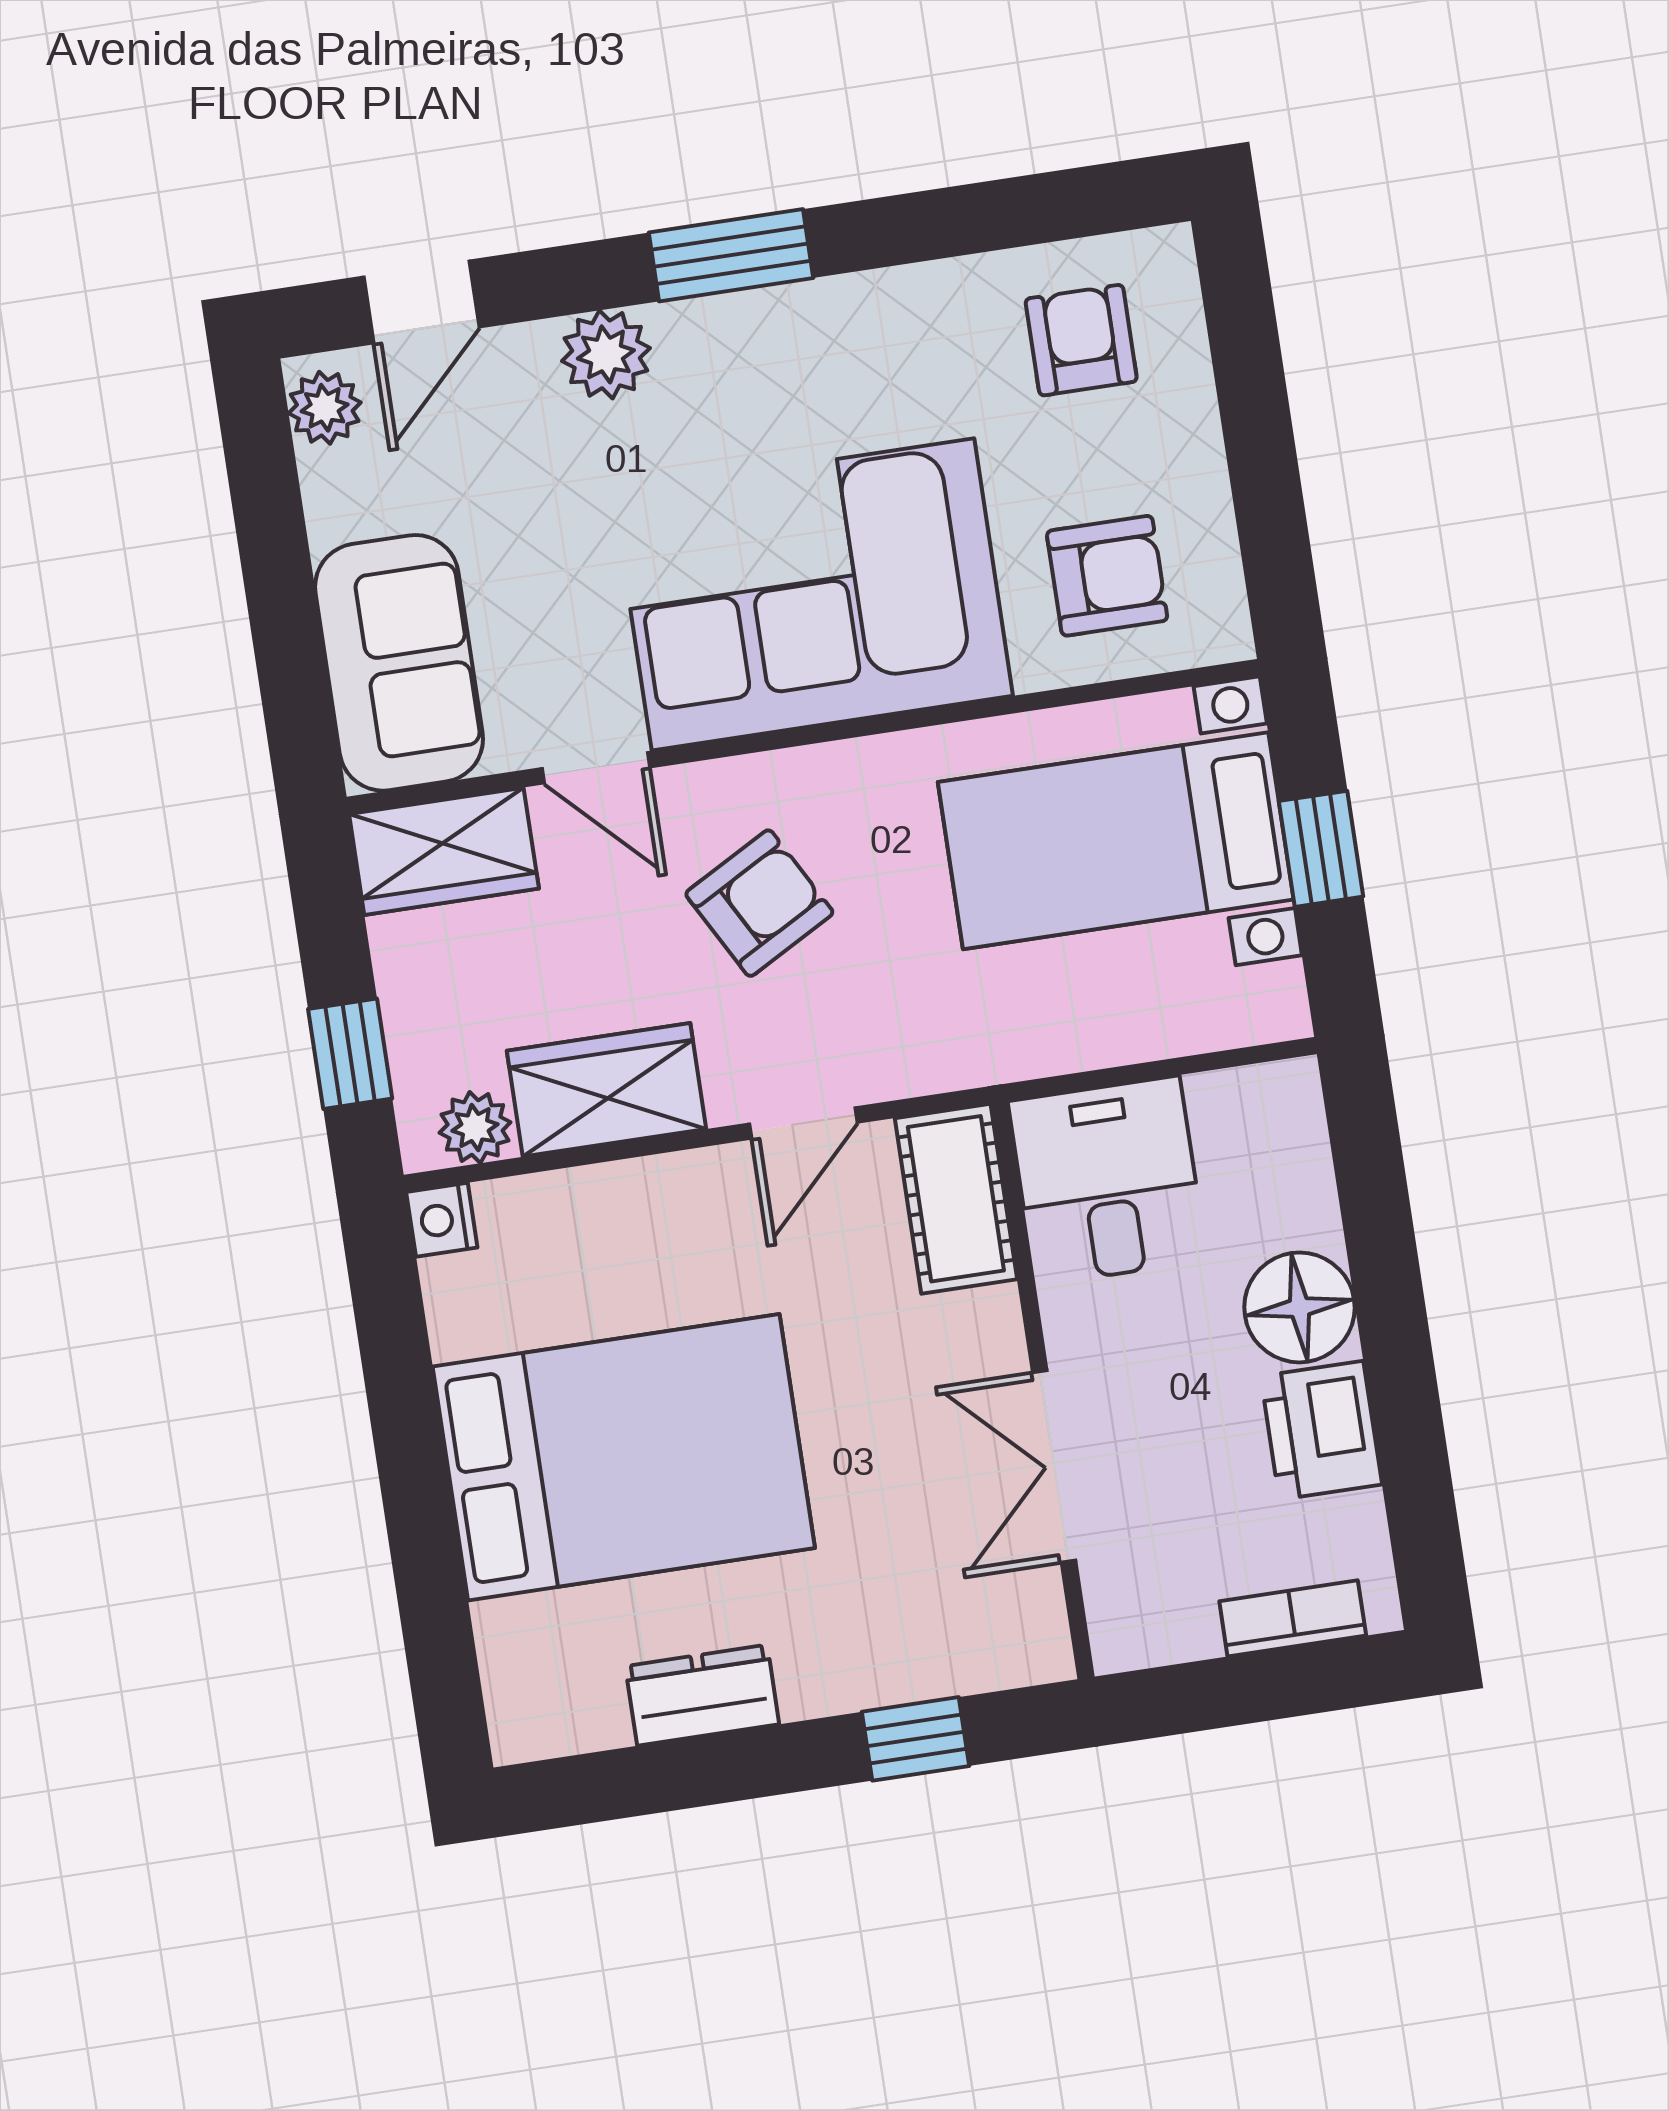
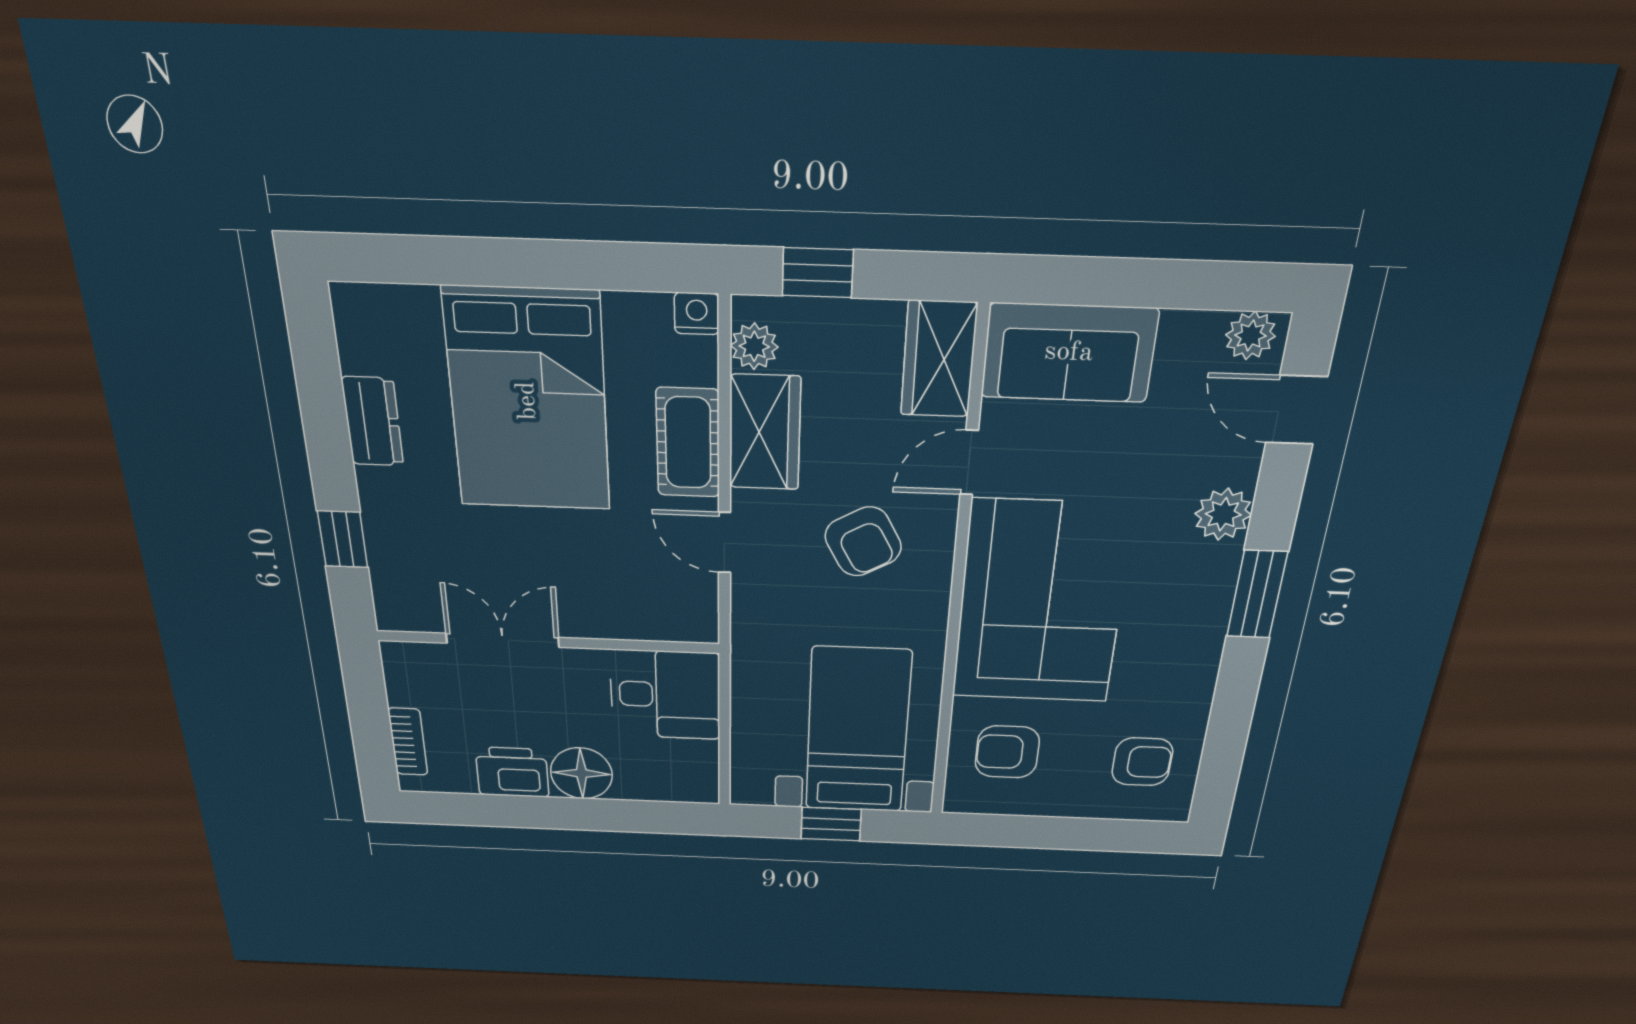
armchair: (1107, 576) -> (1007, 752), turned 90
cot: (956, 1199) -> (688, 443), moved, turned 90

